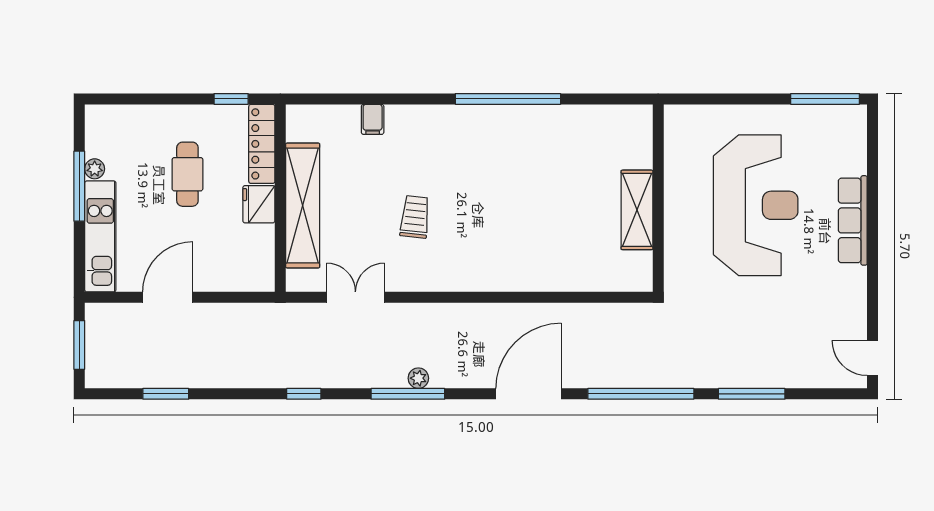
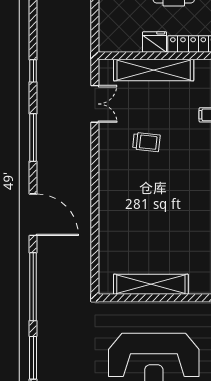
shelving: (637, 210) -> (151, 284), width x1.47
plant: (418, 378) -> (43, 144), removed

